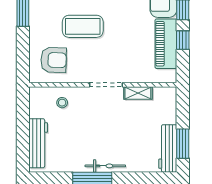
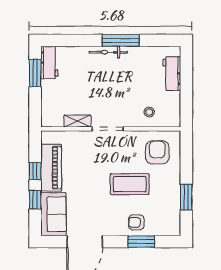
armchair: (54, 60) -> (157, 152), turned 88
workbench: (38, 143) -> (172, 74), width x0.73
workbench: (168, 148) -> (49, 63), width x0.73

